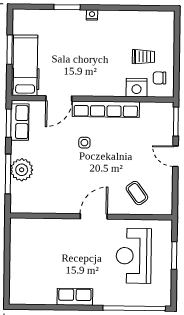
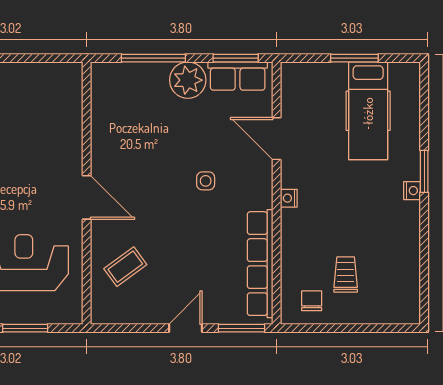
window: (67, 7) -> (424, 171), moved
trolley: (143, 57) -> (346, 275), turned 180
hospital bed: (25, 65) -> (368, 111), moved, turned 90
nightstand: (137, 88) -> (289, 198), moved, width x0.53, depth x0.56
row of seats: (106, 109) -> (260, 264), moved
plant: (22, 170) -> (188, 80), moved

